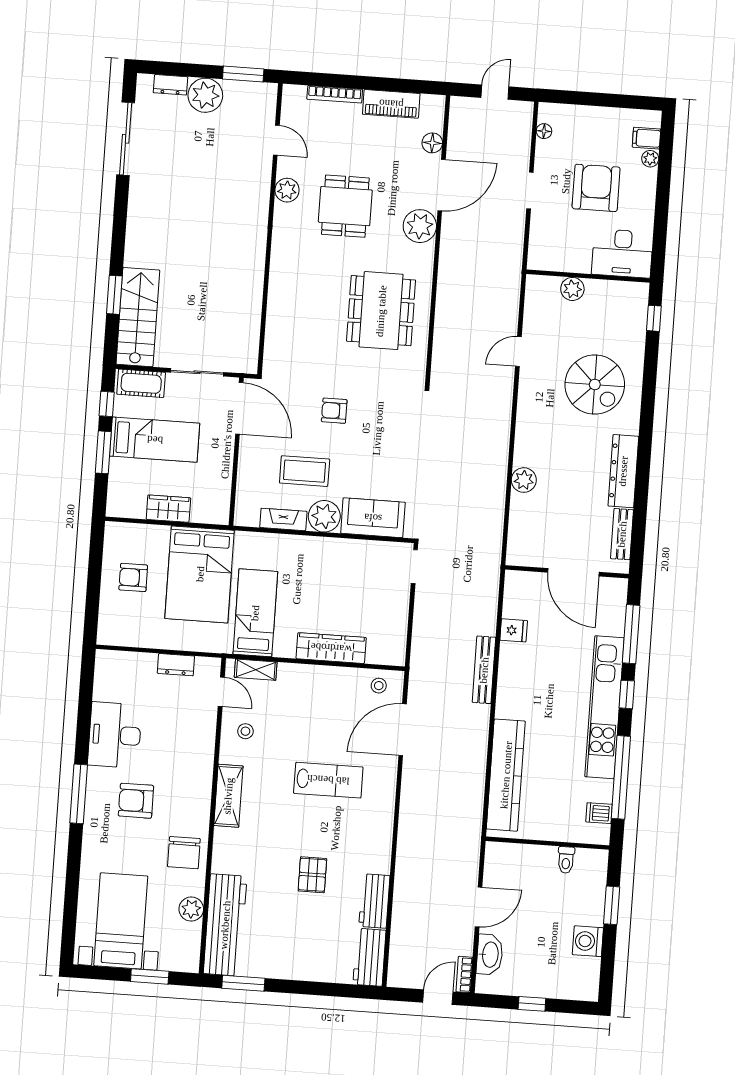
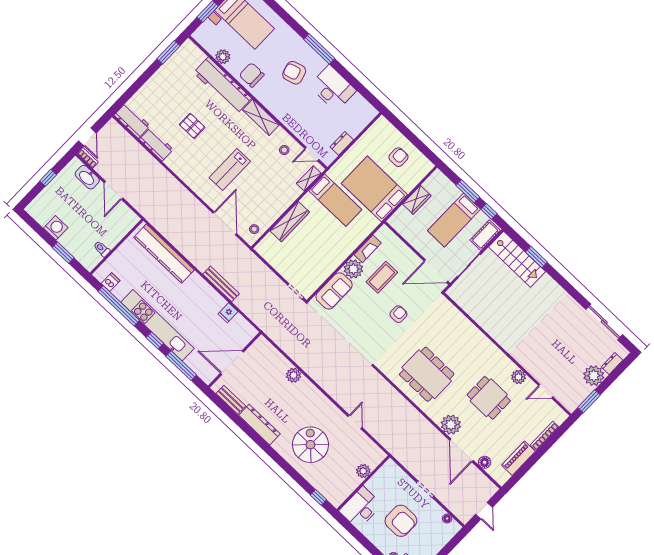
spiral stairs: (595, 385) -> (310, 445), turned 90
armchair: (136, 801) -> (294, 73), turned -106
workbench: (225, 925) -> (223, 85), moved

